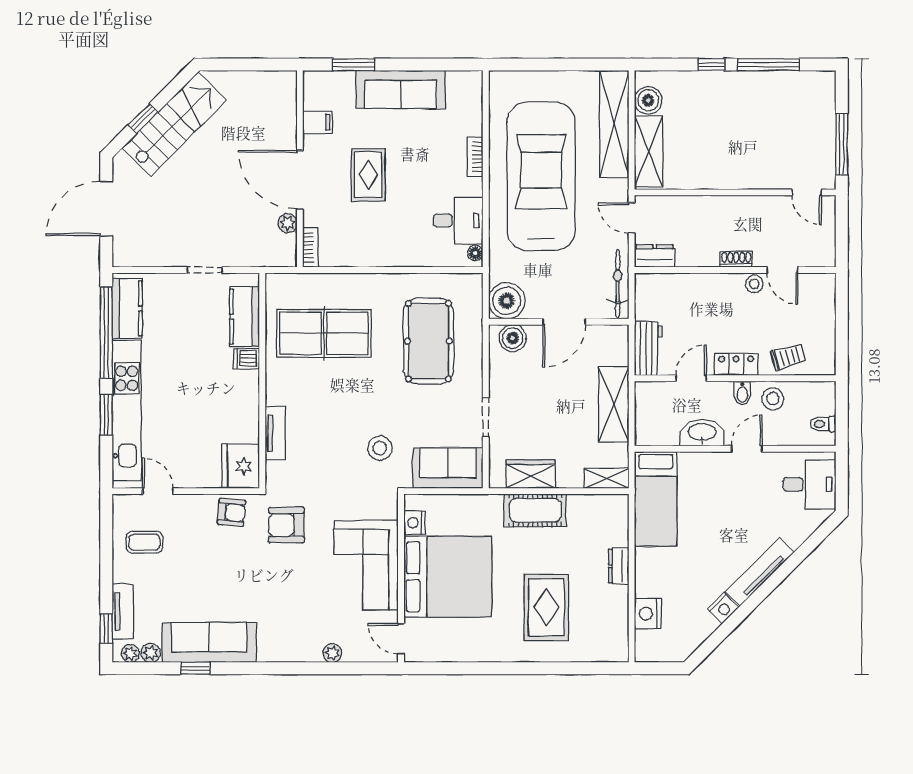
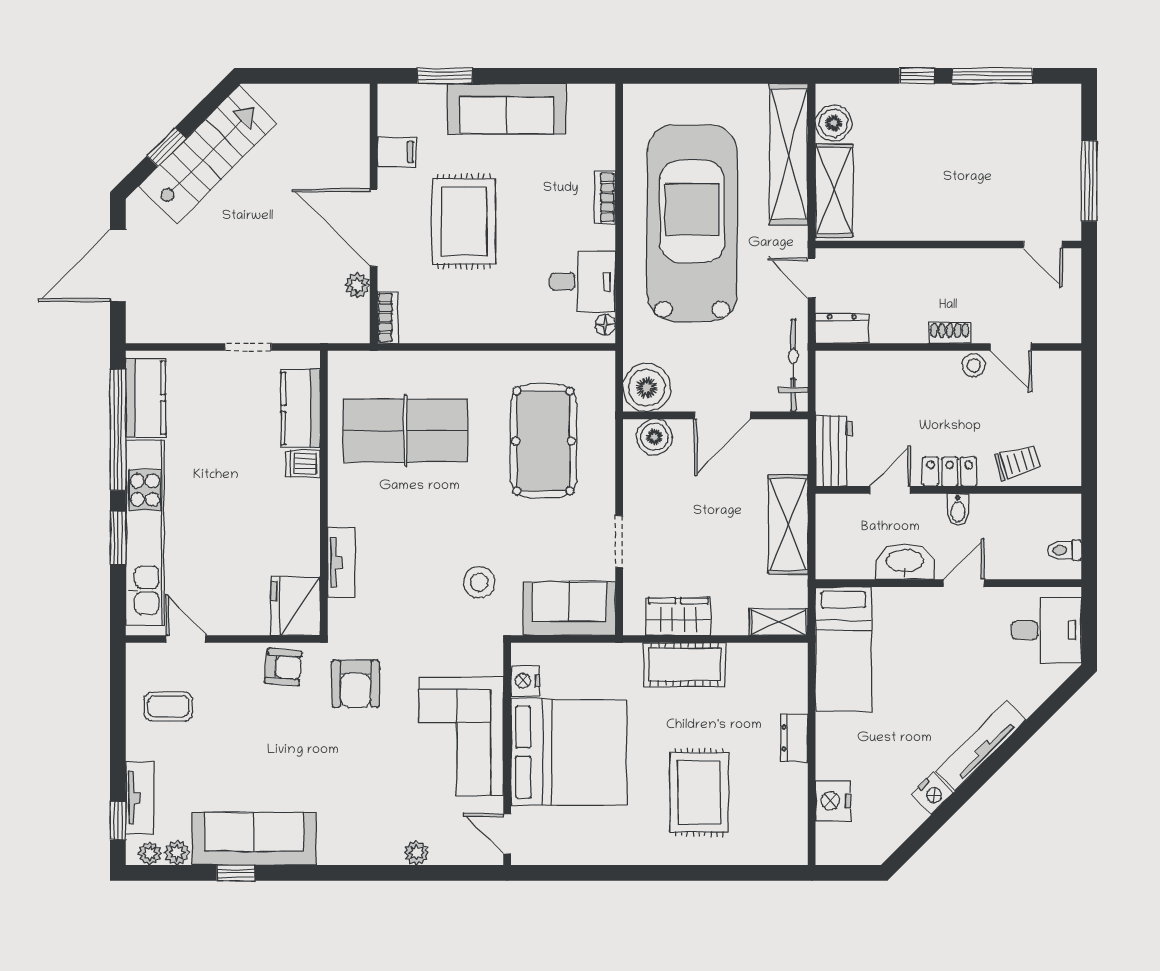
rug: (368, 175) -> (464, 221), width x1.36, depth x1.43
stool: (773, 399) -> (998, 517), removed
armchair: (286, 525) -> (356, 684), turned -90

